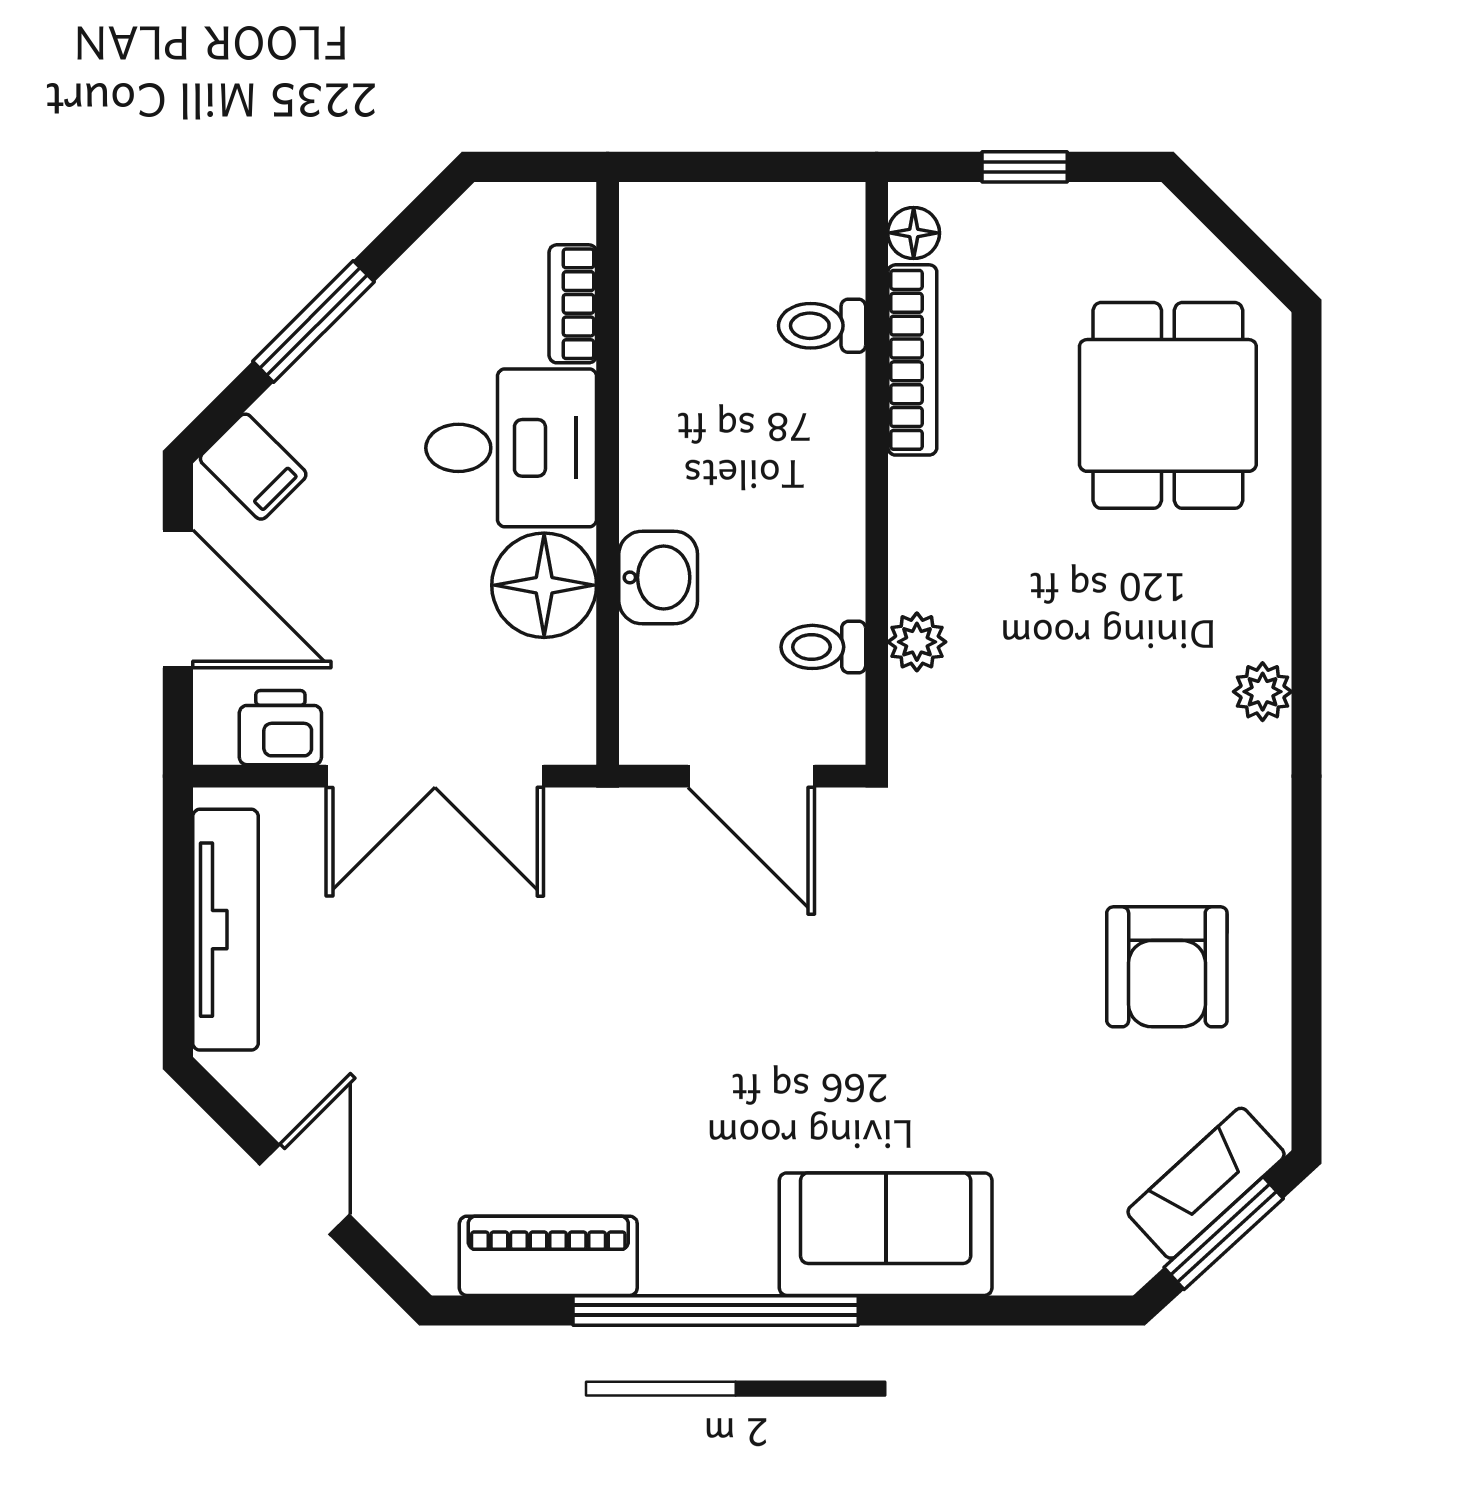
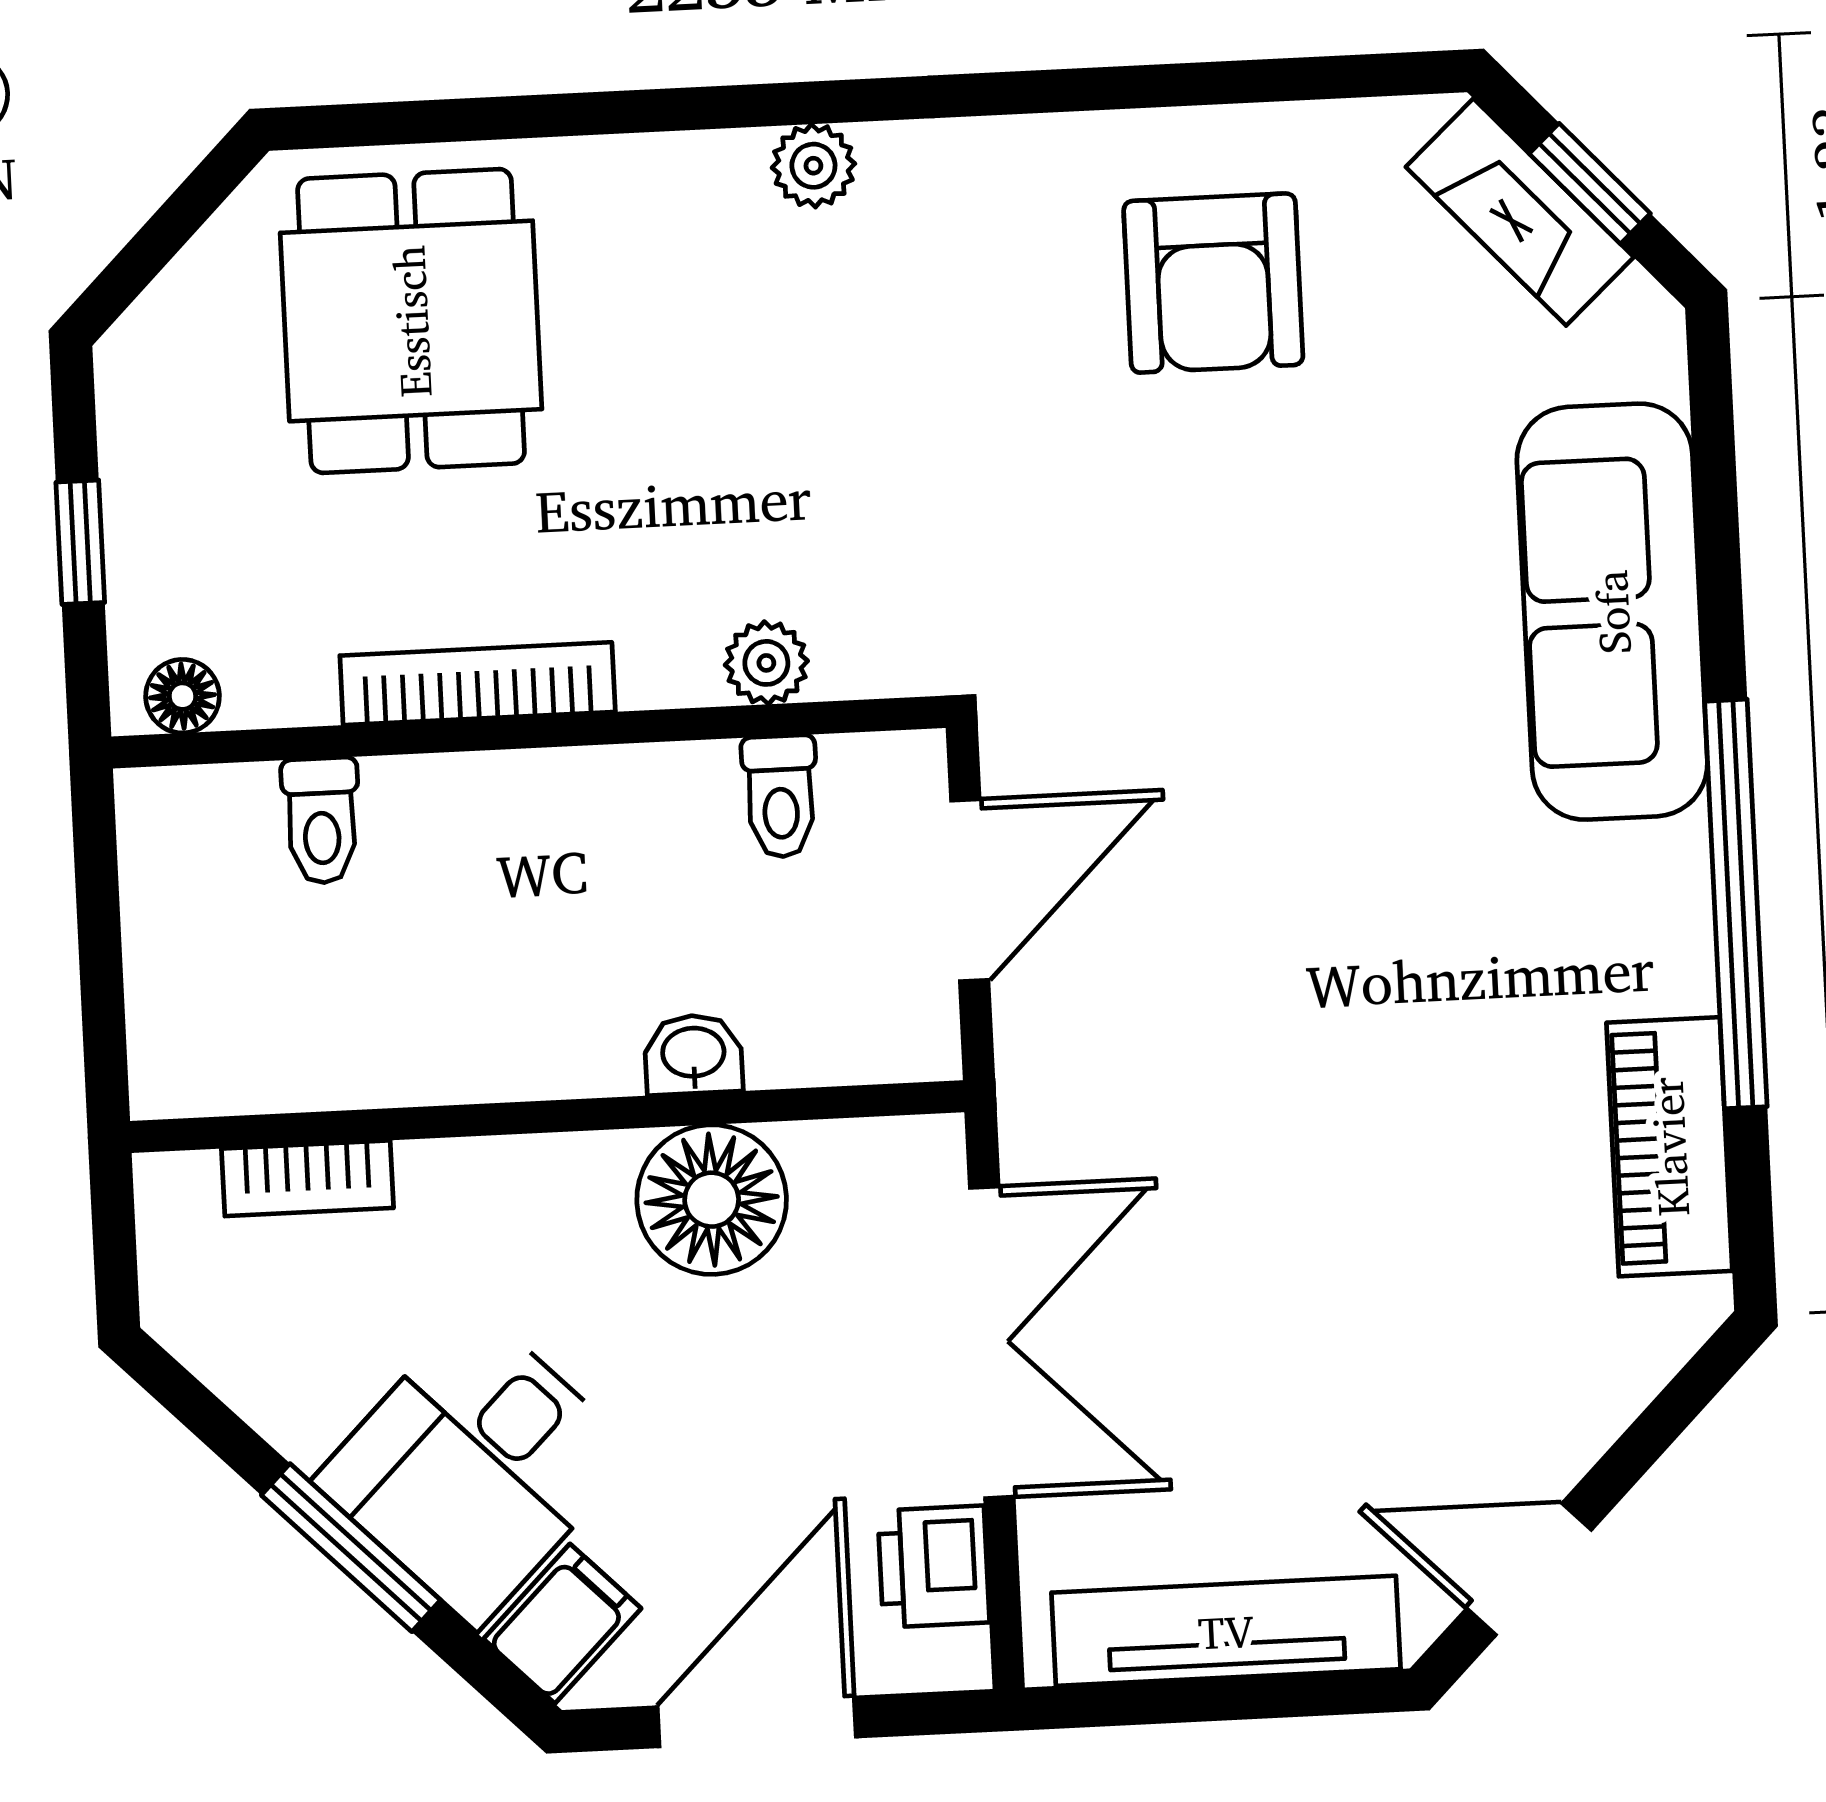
bookcase: (912, 360) -> (478, 684), moved
dining table: (1168, 405) -> (411, 321), turned 90
desk: (511, 448) -> (475, 1467), moved, turned -135
washbasin: (658, 577) -> (693, 1055), width x0.72, depth x0.69
armchair: (1167, 967) -> (1213, 283), turned 90
door: (305, 1190) -> (1529, 1569), moved
window: (1224, 1233) -> (1590, 183), width x0.67
sofa: (886, 1234) -> (1612, 612), width x1.36

